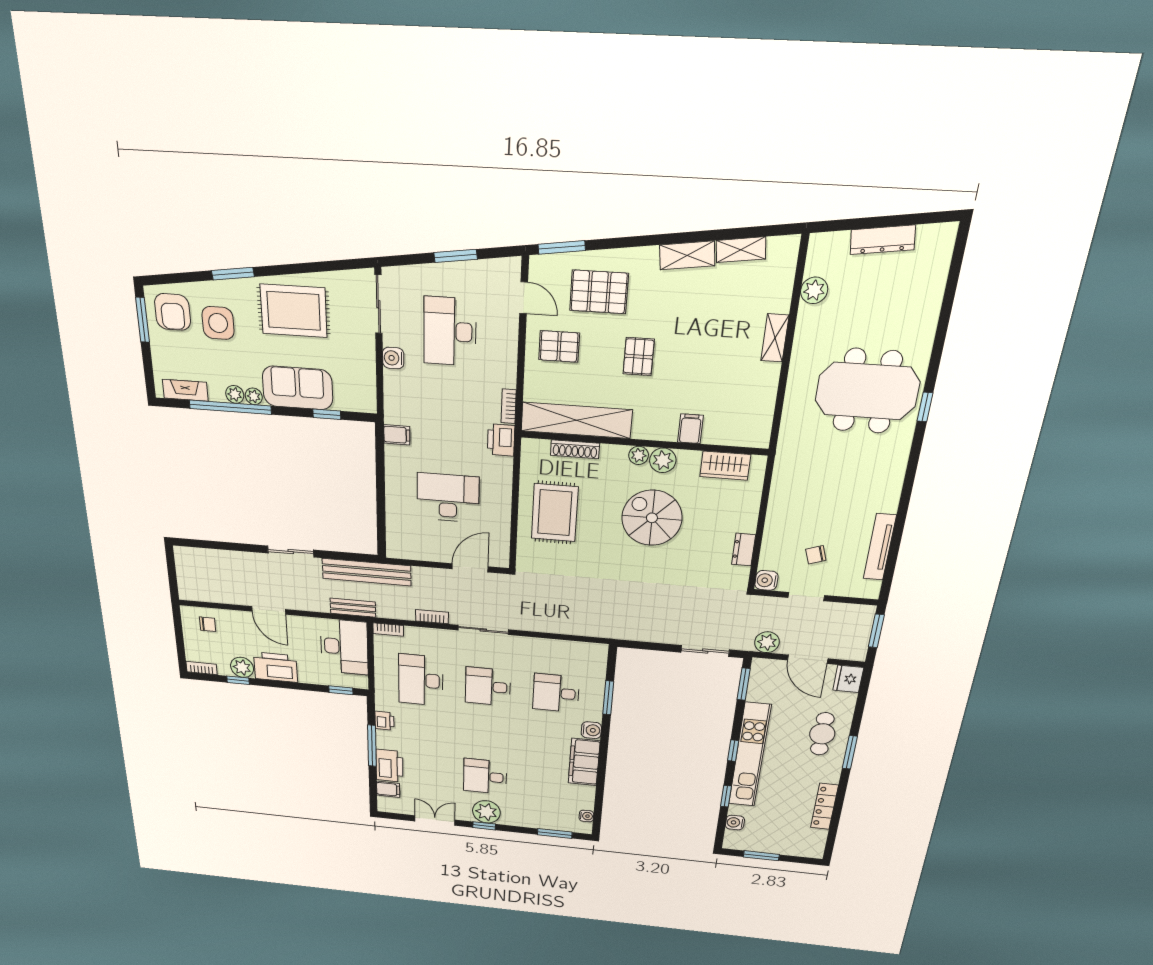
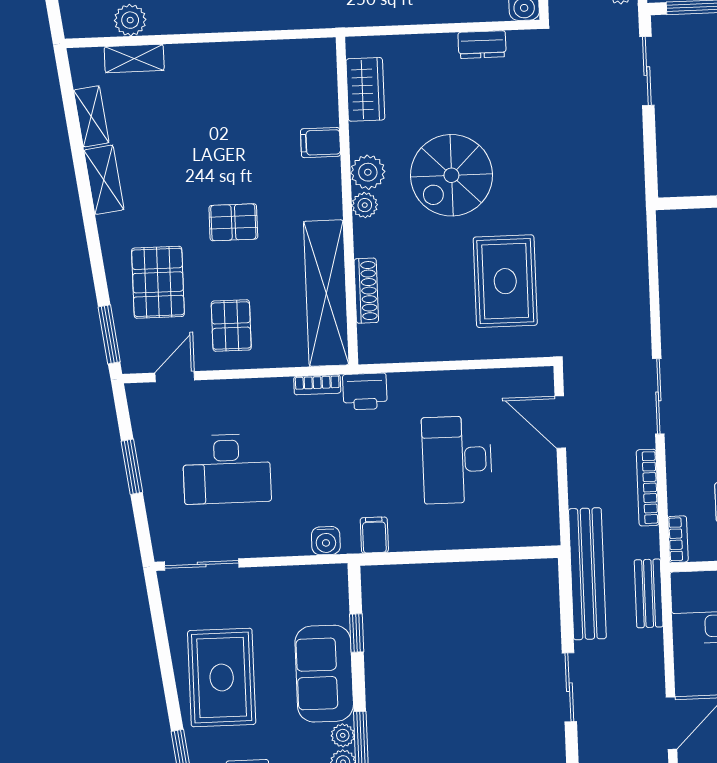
shelving: (775, 338) -> (134, 59), moved
water cooler: (393, 358) -> (326, 541), moved
rug: (555, 513) -> (505, 281), moved, turned 90
bookcase: (432, 617) -> (648, 488), width x1.56

